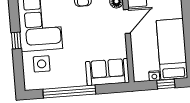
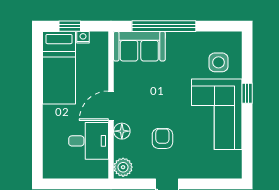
window: (69, 92) -> (164, 26), moved

